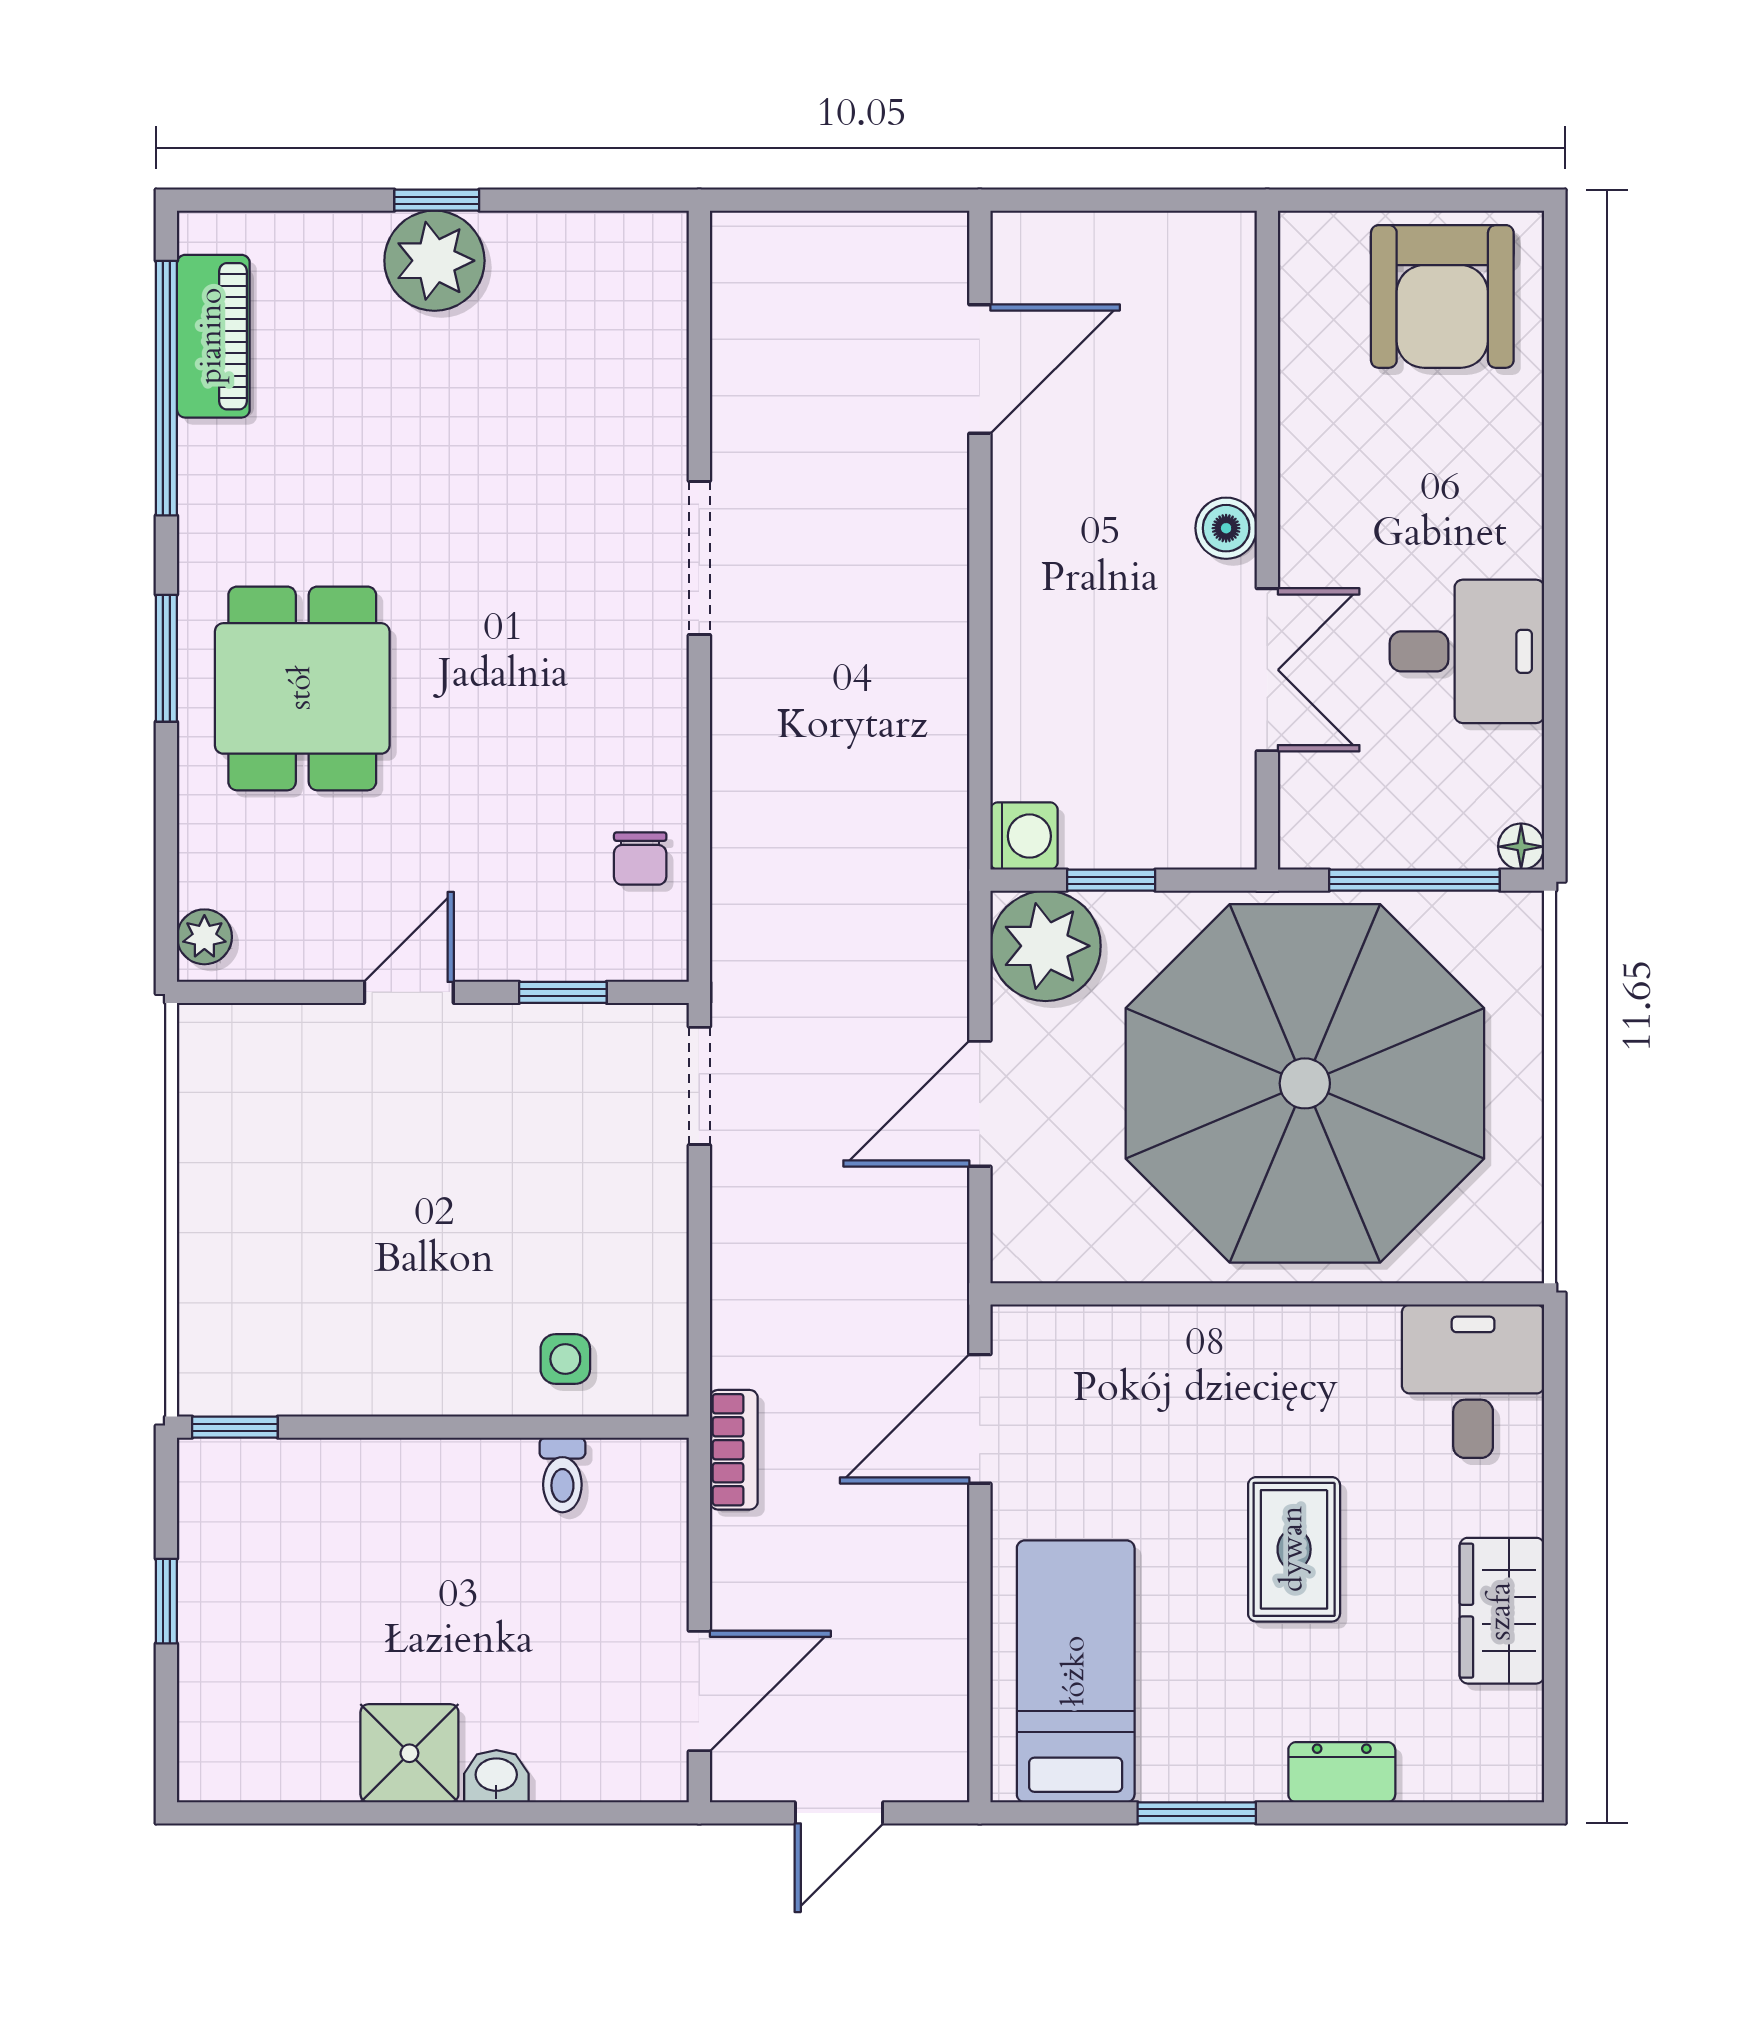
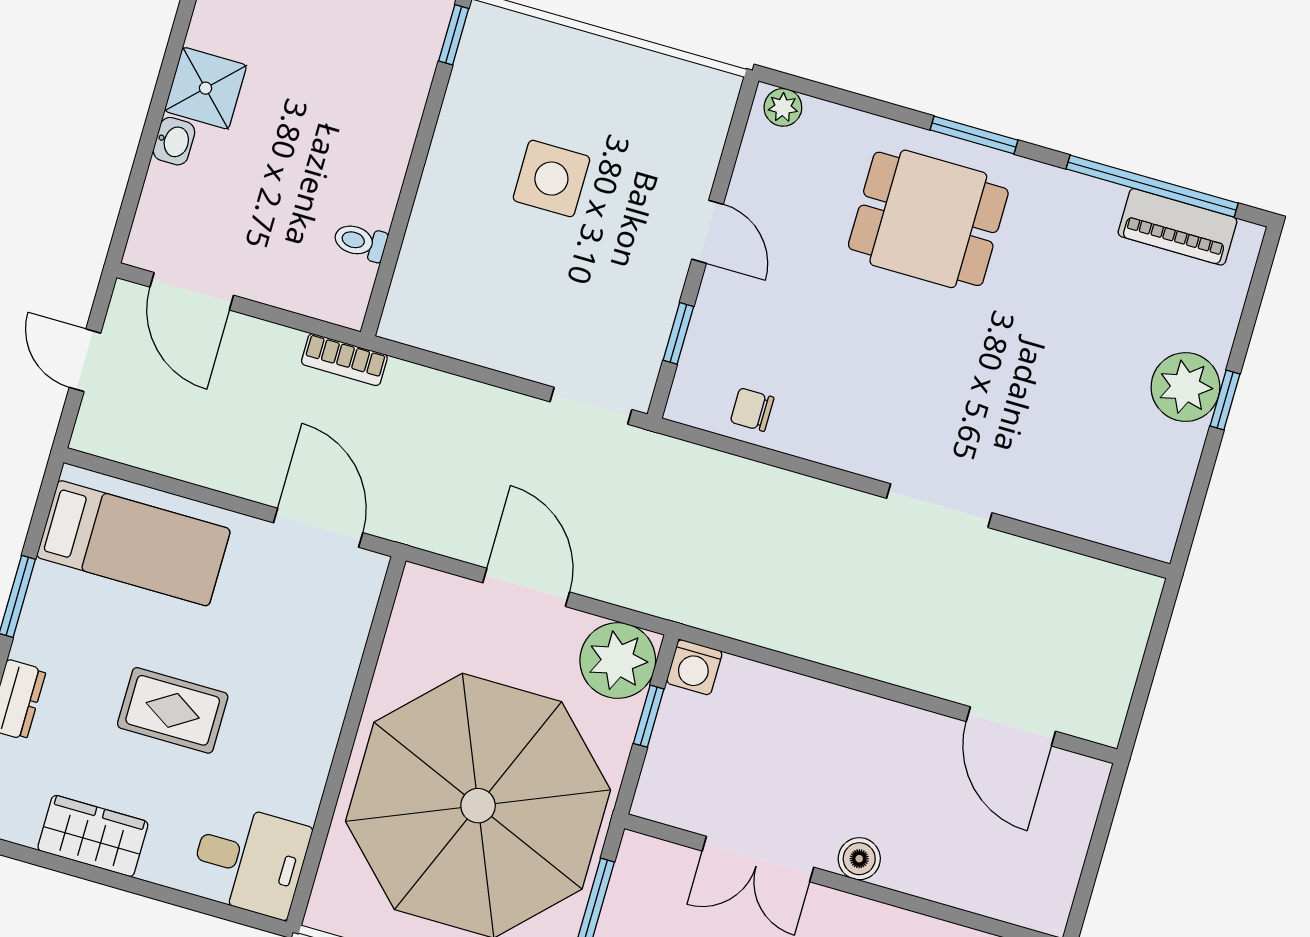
side table: (565, 1359) -> (551, 179), moved, width x1.87, depth x1.87

